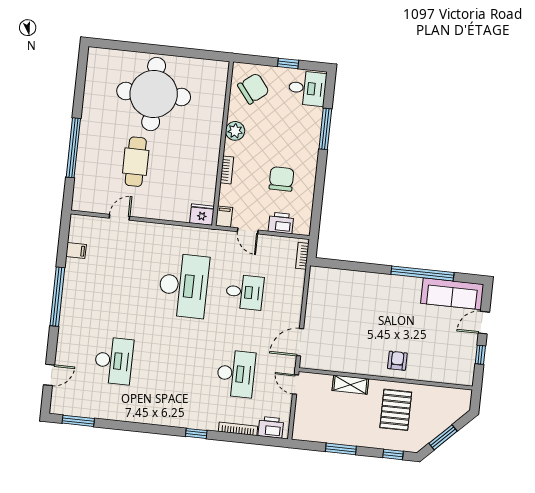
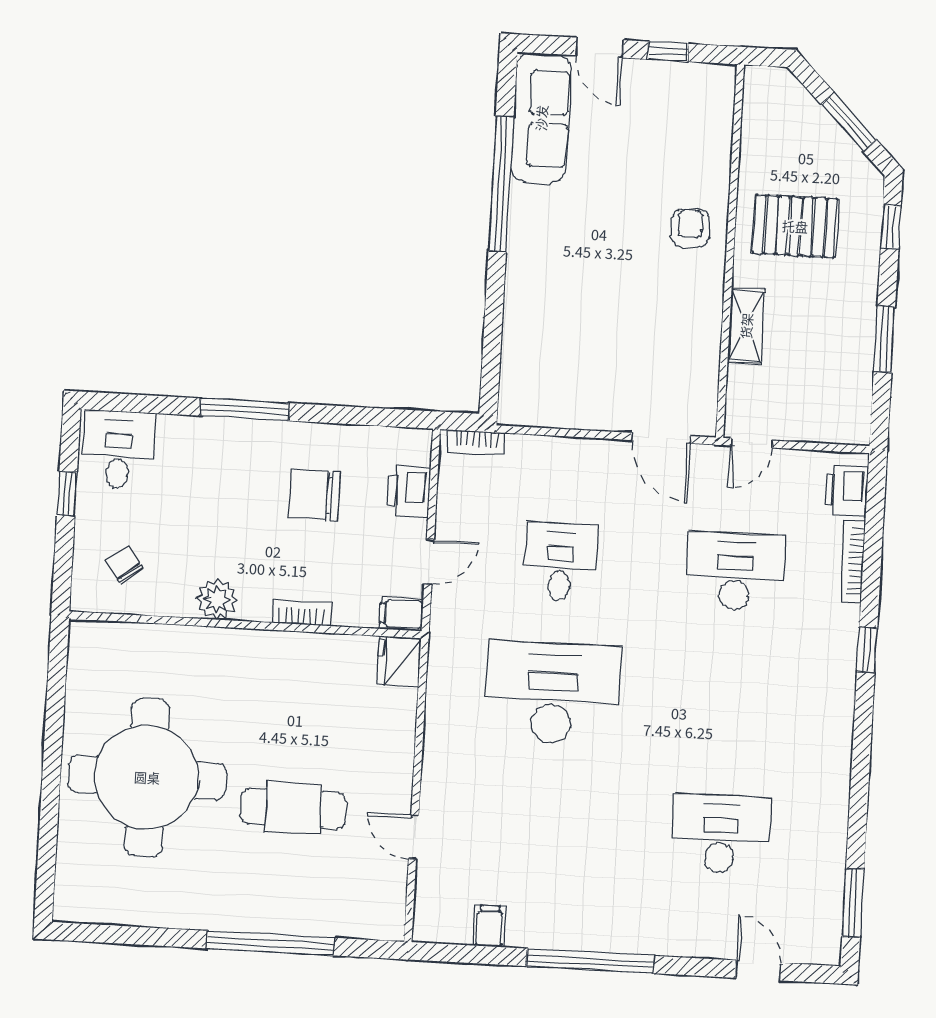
chair: (253, 89) -> (124, 565), width x0.54, depth x0.54
window: (325, 129) -> (245, 409), moved
armchair: (397, 361) -> (690, 228), turned 88

